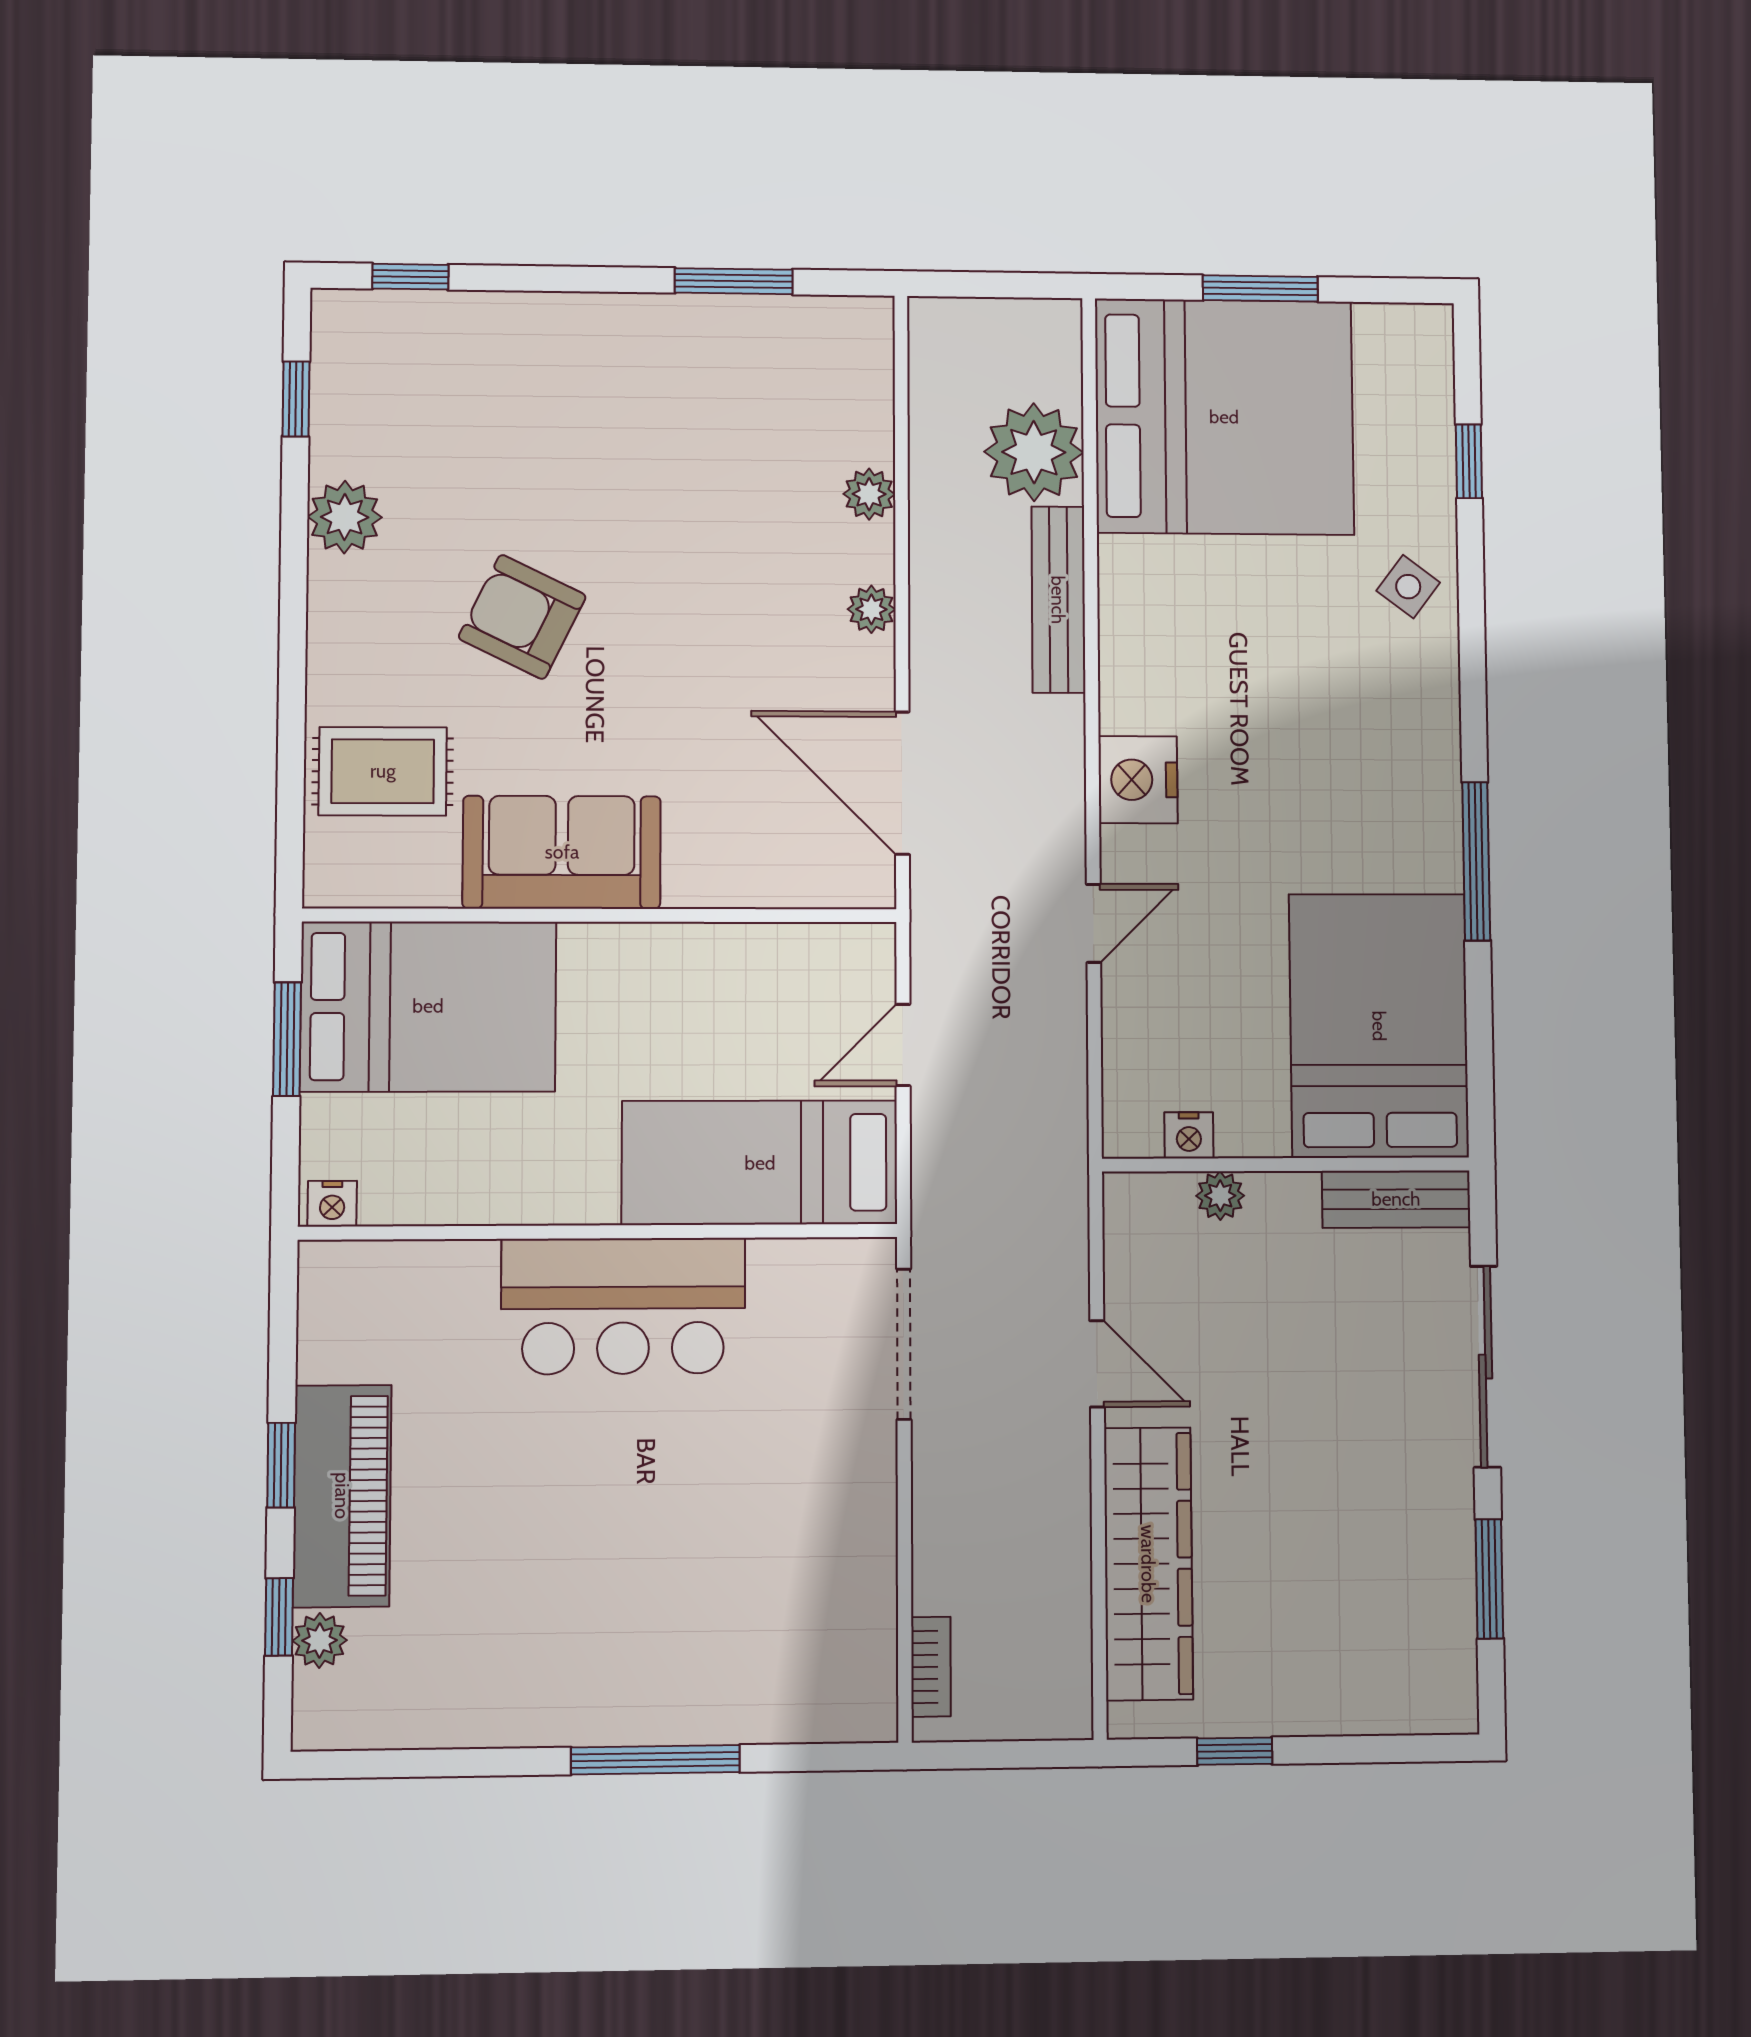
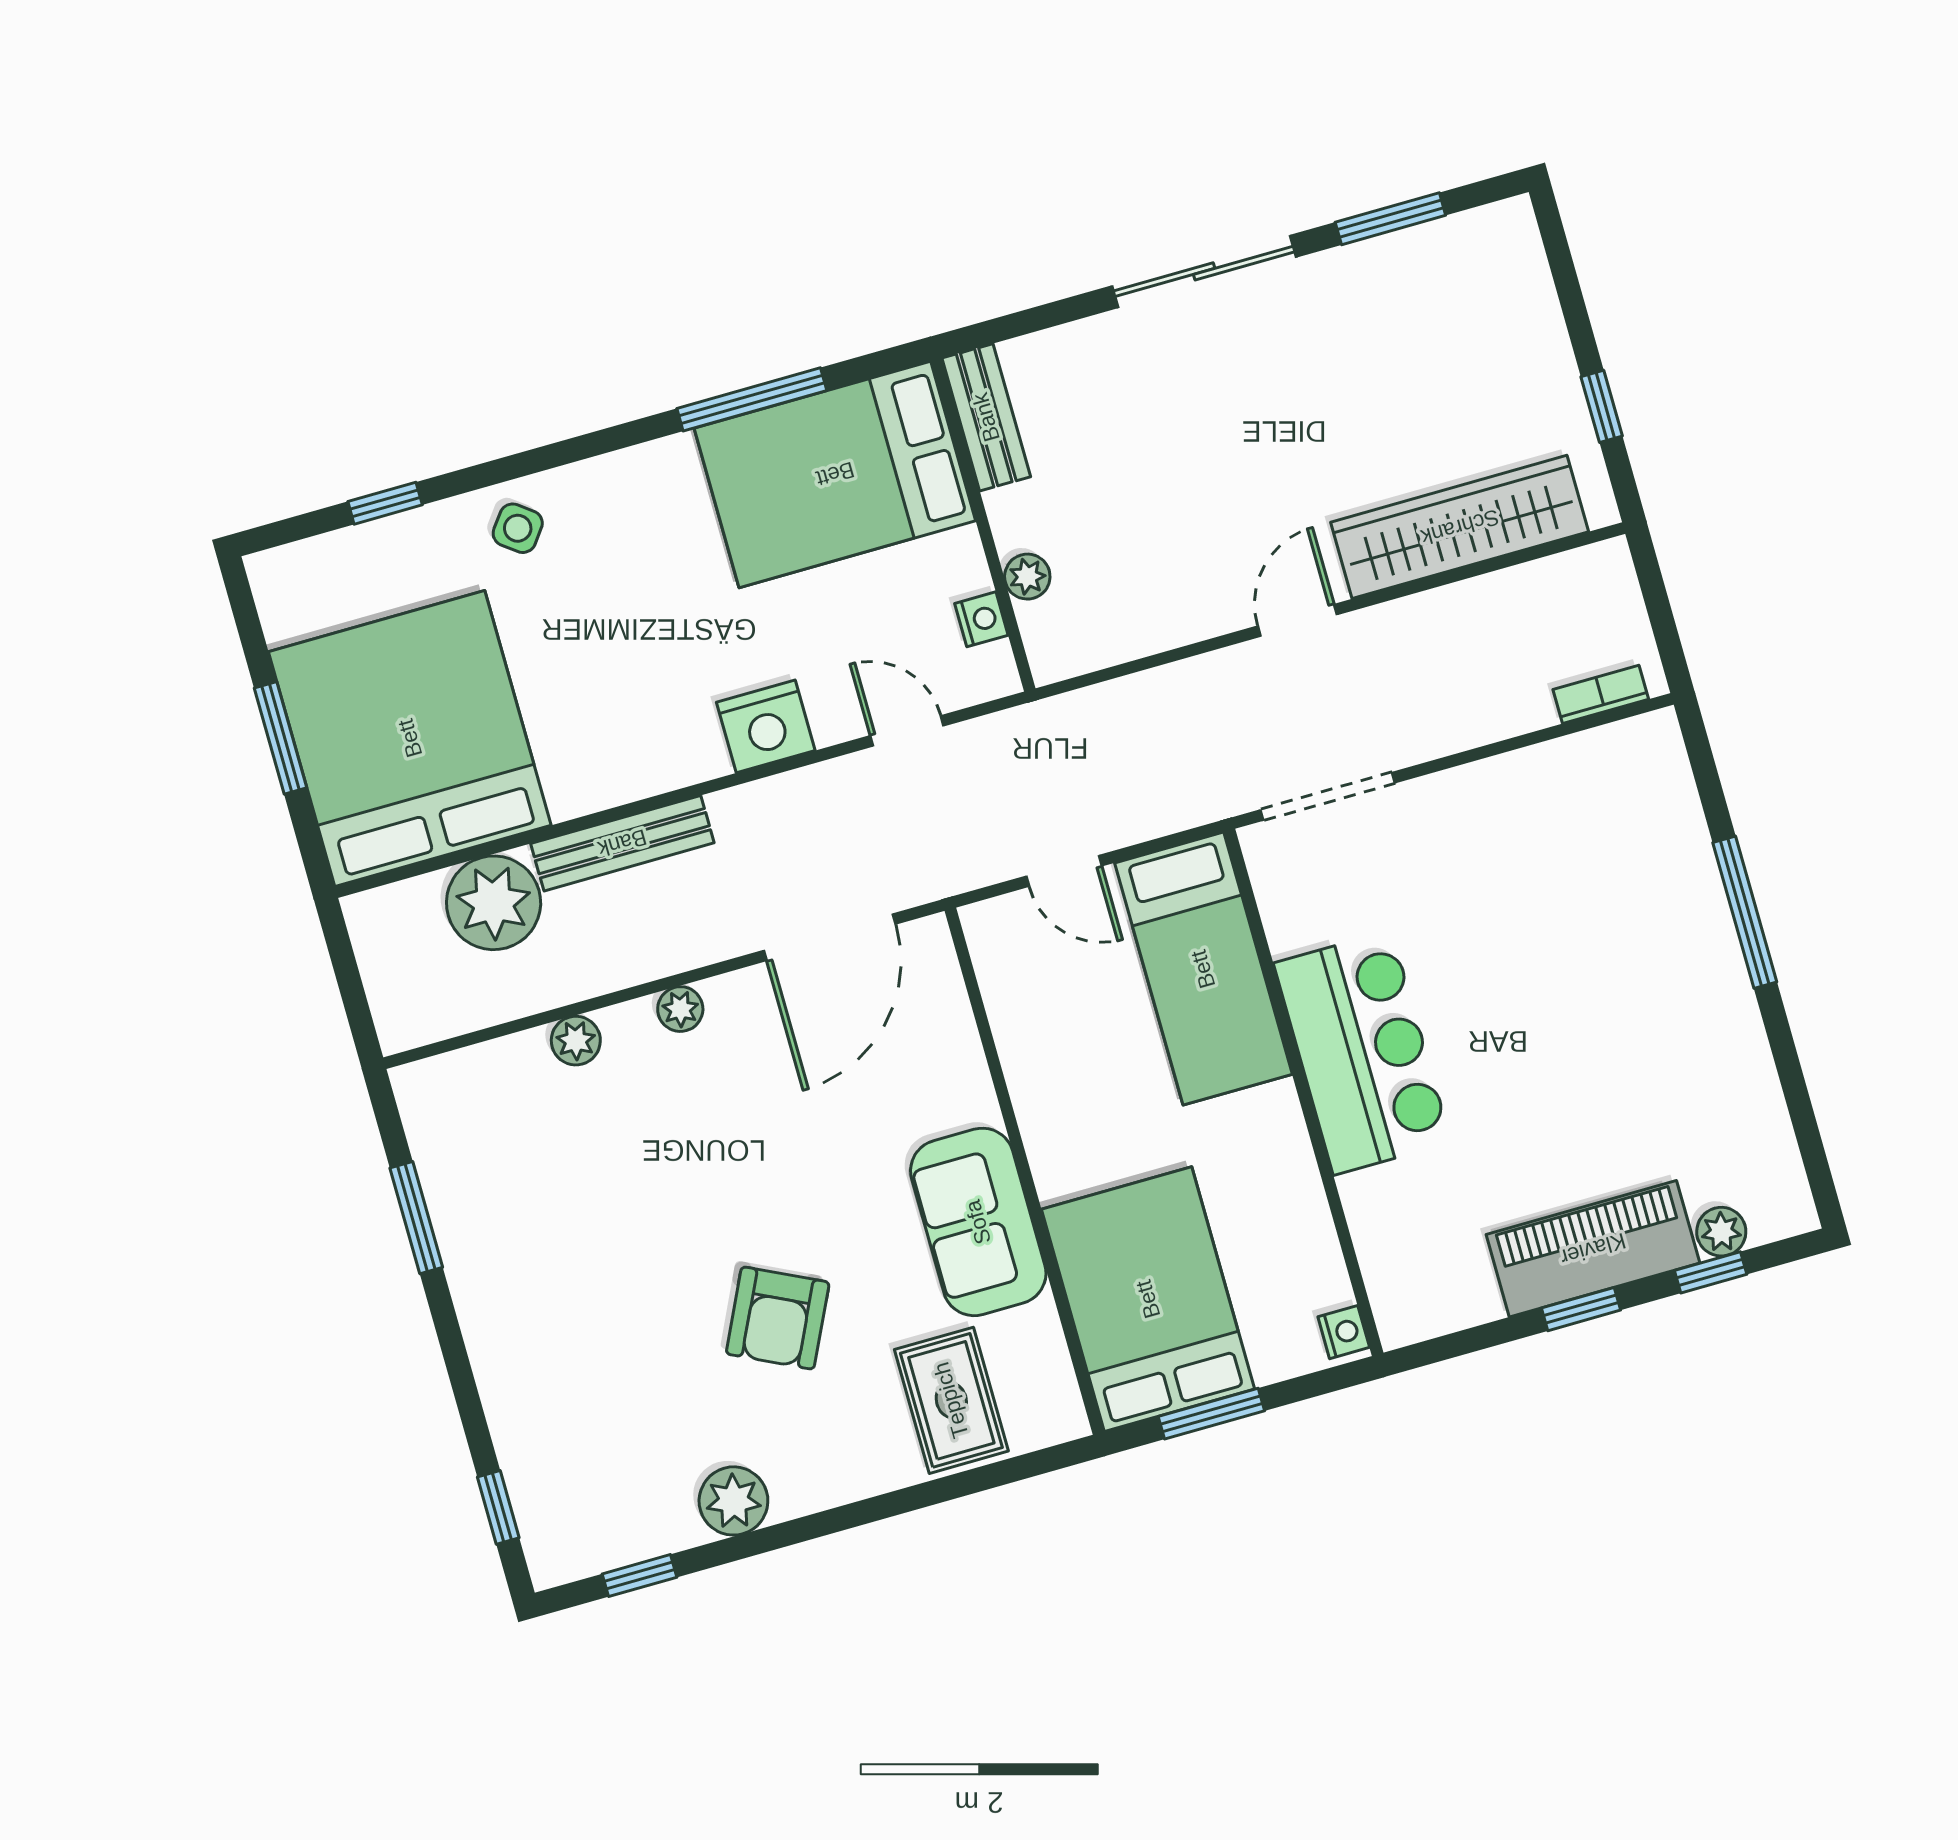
bed: (1379, 1026) -> (835, 474), moved
nightstand: (1189, 1135) -> (981, 619), moved
wall: (1286, 1165) -> (983, 525), moved
plant: (1220, 1196) -> (1027, 577), moved
bench: (1396, 1199) -> (986, 417), moved

